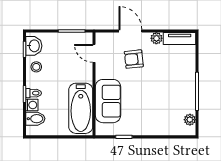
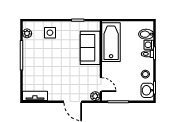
plant: (156, 38) -> (95, 96), moved
armchair: (134, 59) -> (70, 80), removed
side table: (160, 121) -> (50, 33), added

